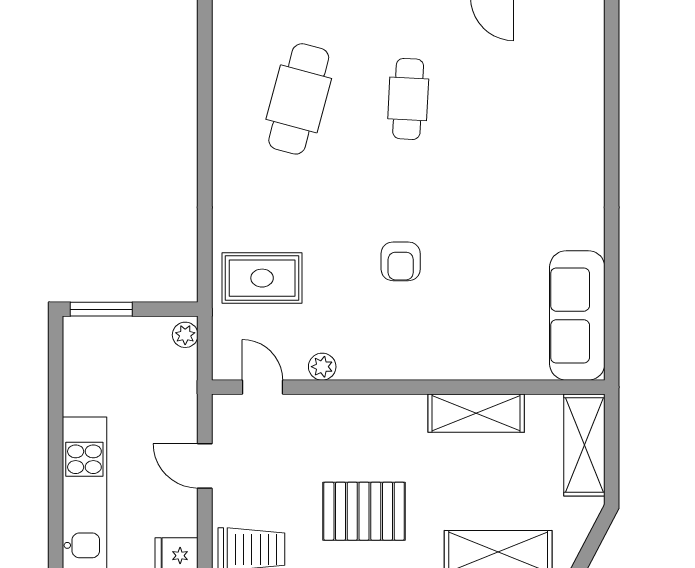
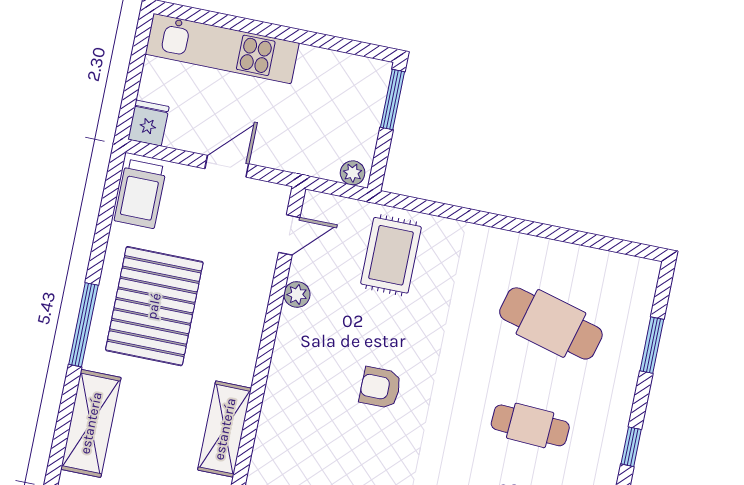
pallet: (364, 511) -> (154, 306), width x1.37, depth x1.41

